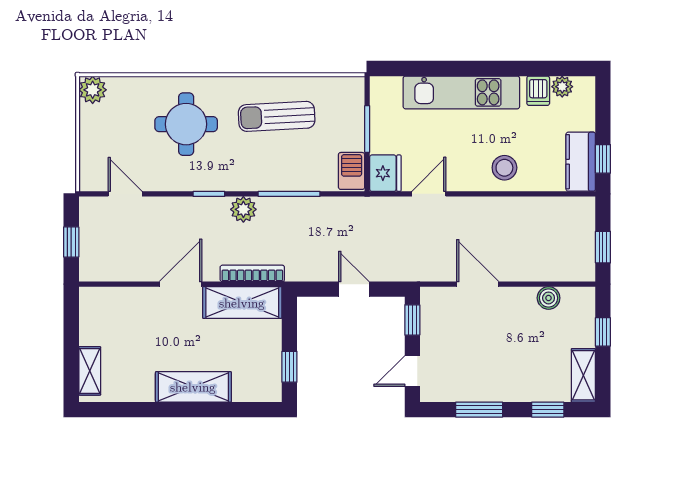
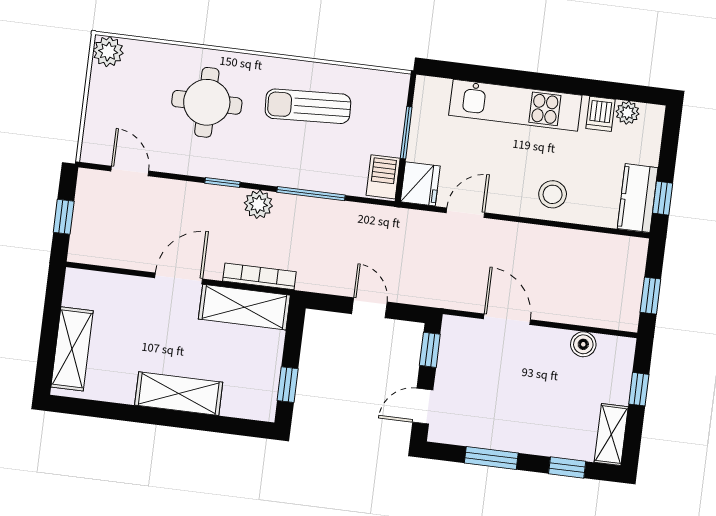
shelving: (90, 371) -> (72, 349), width x1.50, depth x1.33

